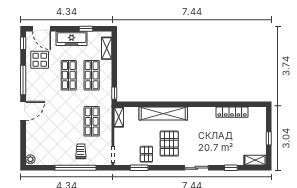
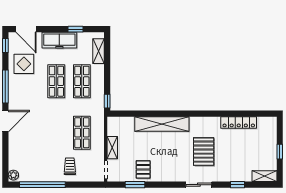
shelving: (119, 117) -> (112, 148), moved
pallet: (169, 144) -> (204, 152), moved
window: (76, 168) -> (42, 185), moved

